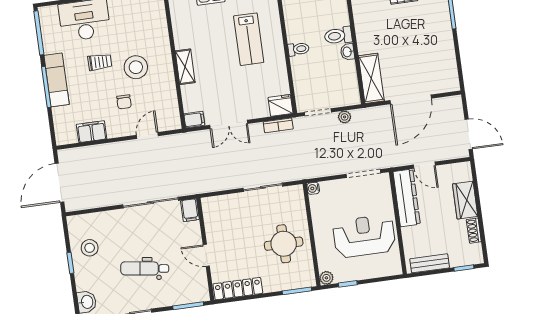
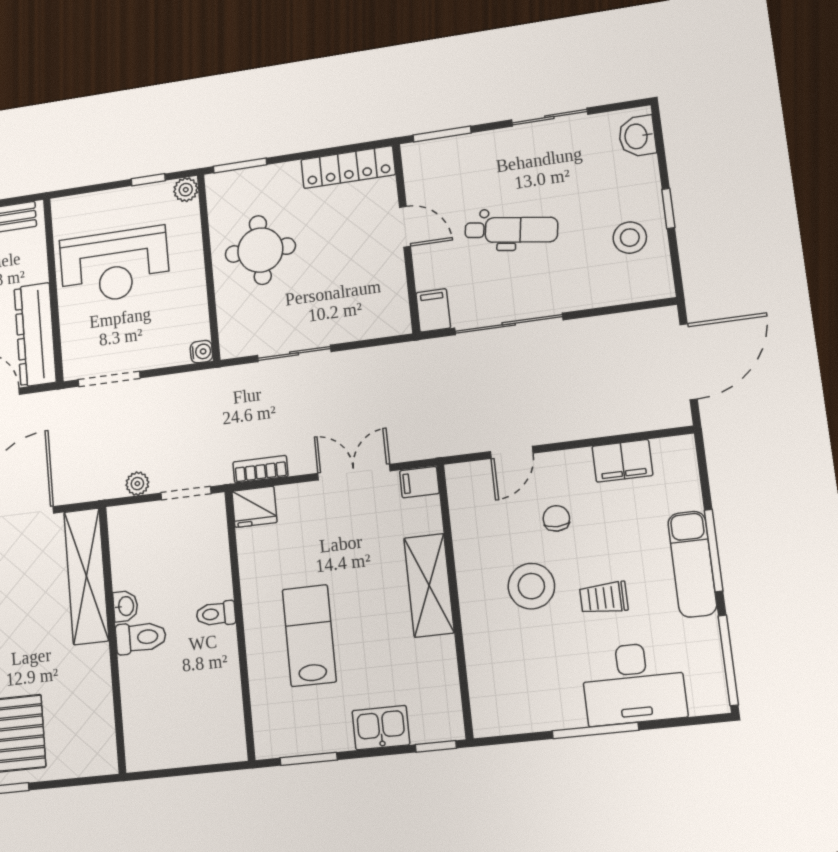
shelving: (185, 67) -> (429, 585), width x1.50, depth x1.33
shelving: (371, 78) -> (86, 576), width x1.47
dental chair: (145, 268) -> (511, 230), moved

